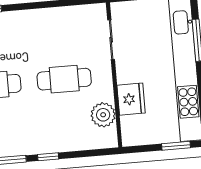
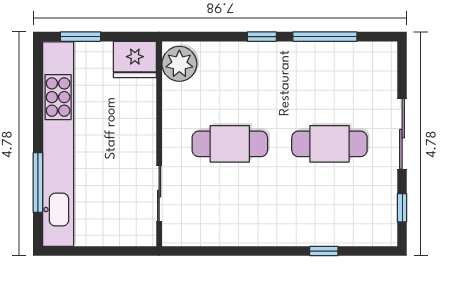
fridge: (131, 99) -> (135, 59), moved, turned -90
plant: (103, 115) -> (179, 64), moved

